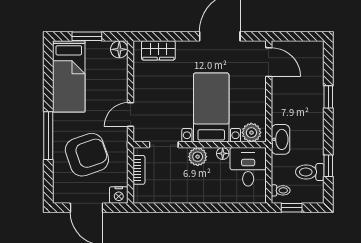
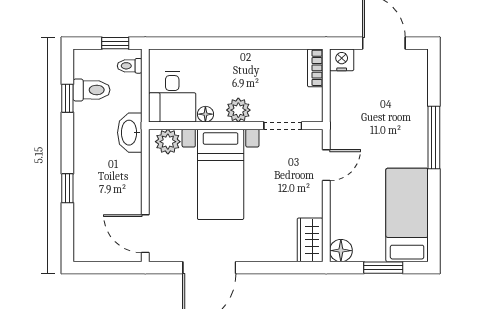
wardrobe: (158, 50) -> (310, 240), moved, turned -90
armchair: (87, 155) -> (383, 113), removed
bookcase: (139, 170) -> (315, 68), moved

